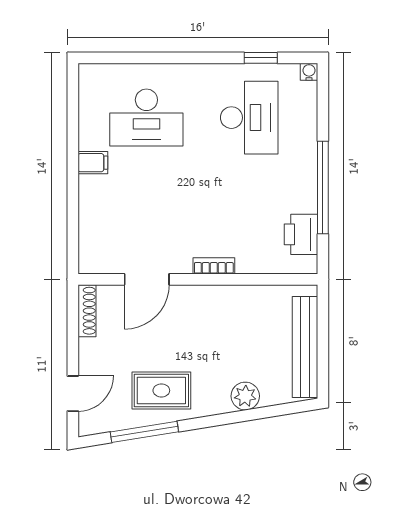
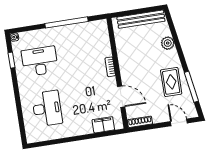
filing cabinet: (93, 163) -> (103, 125), moved, width x2.00
printer: (301, 234) -> (90, 29), removed

